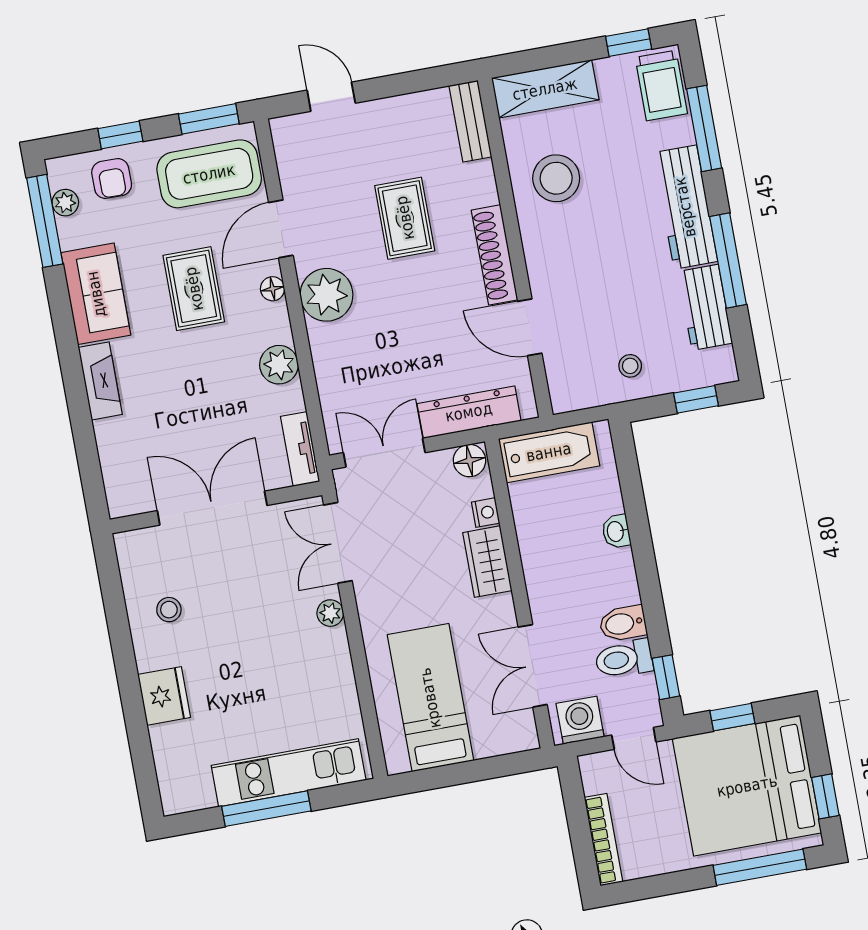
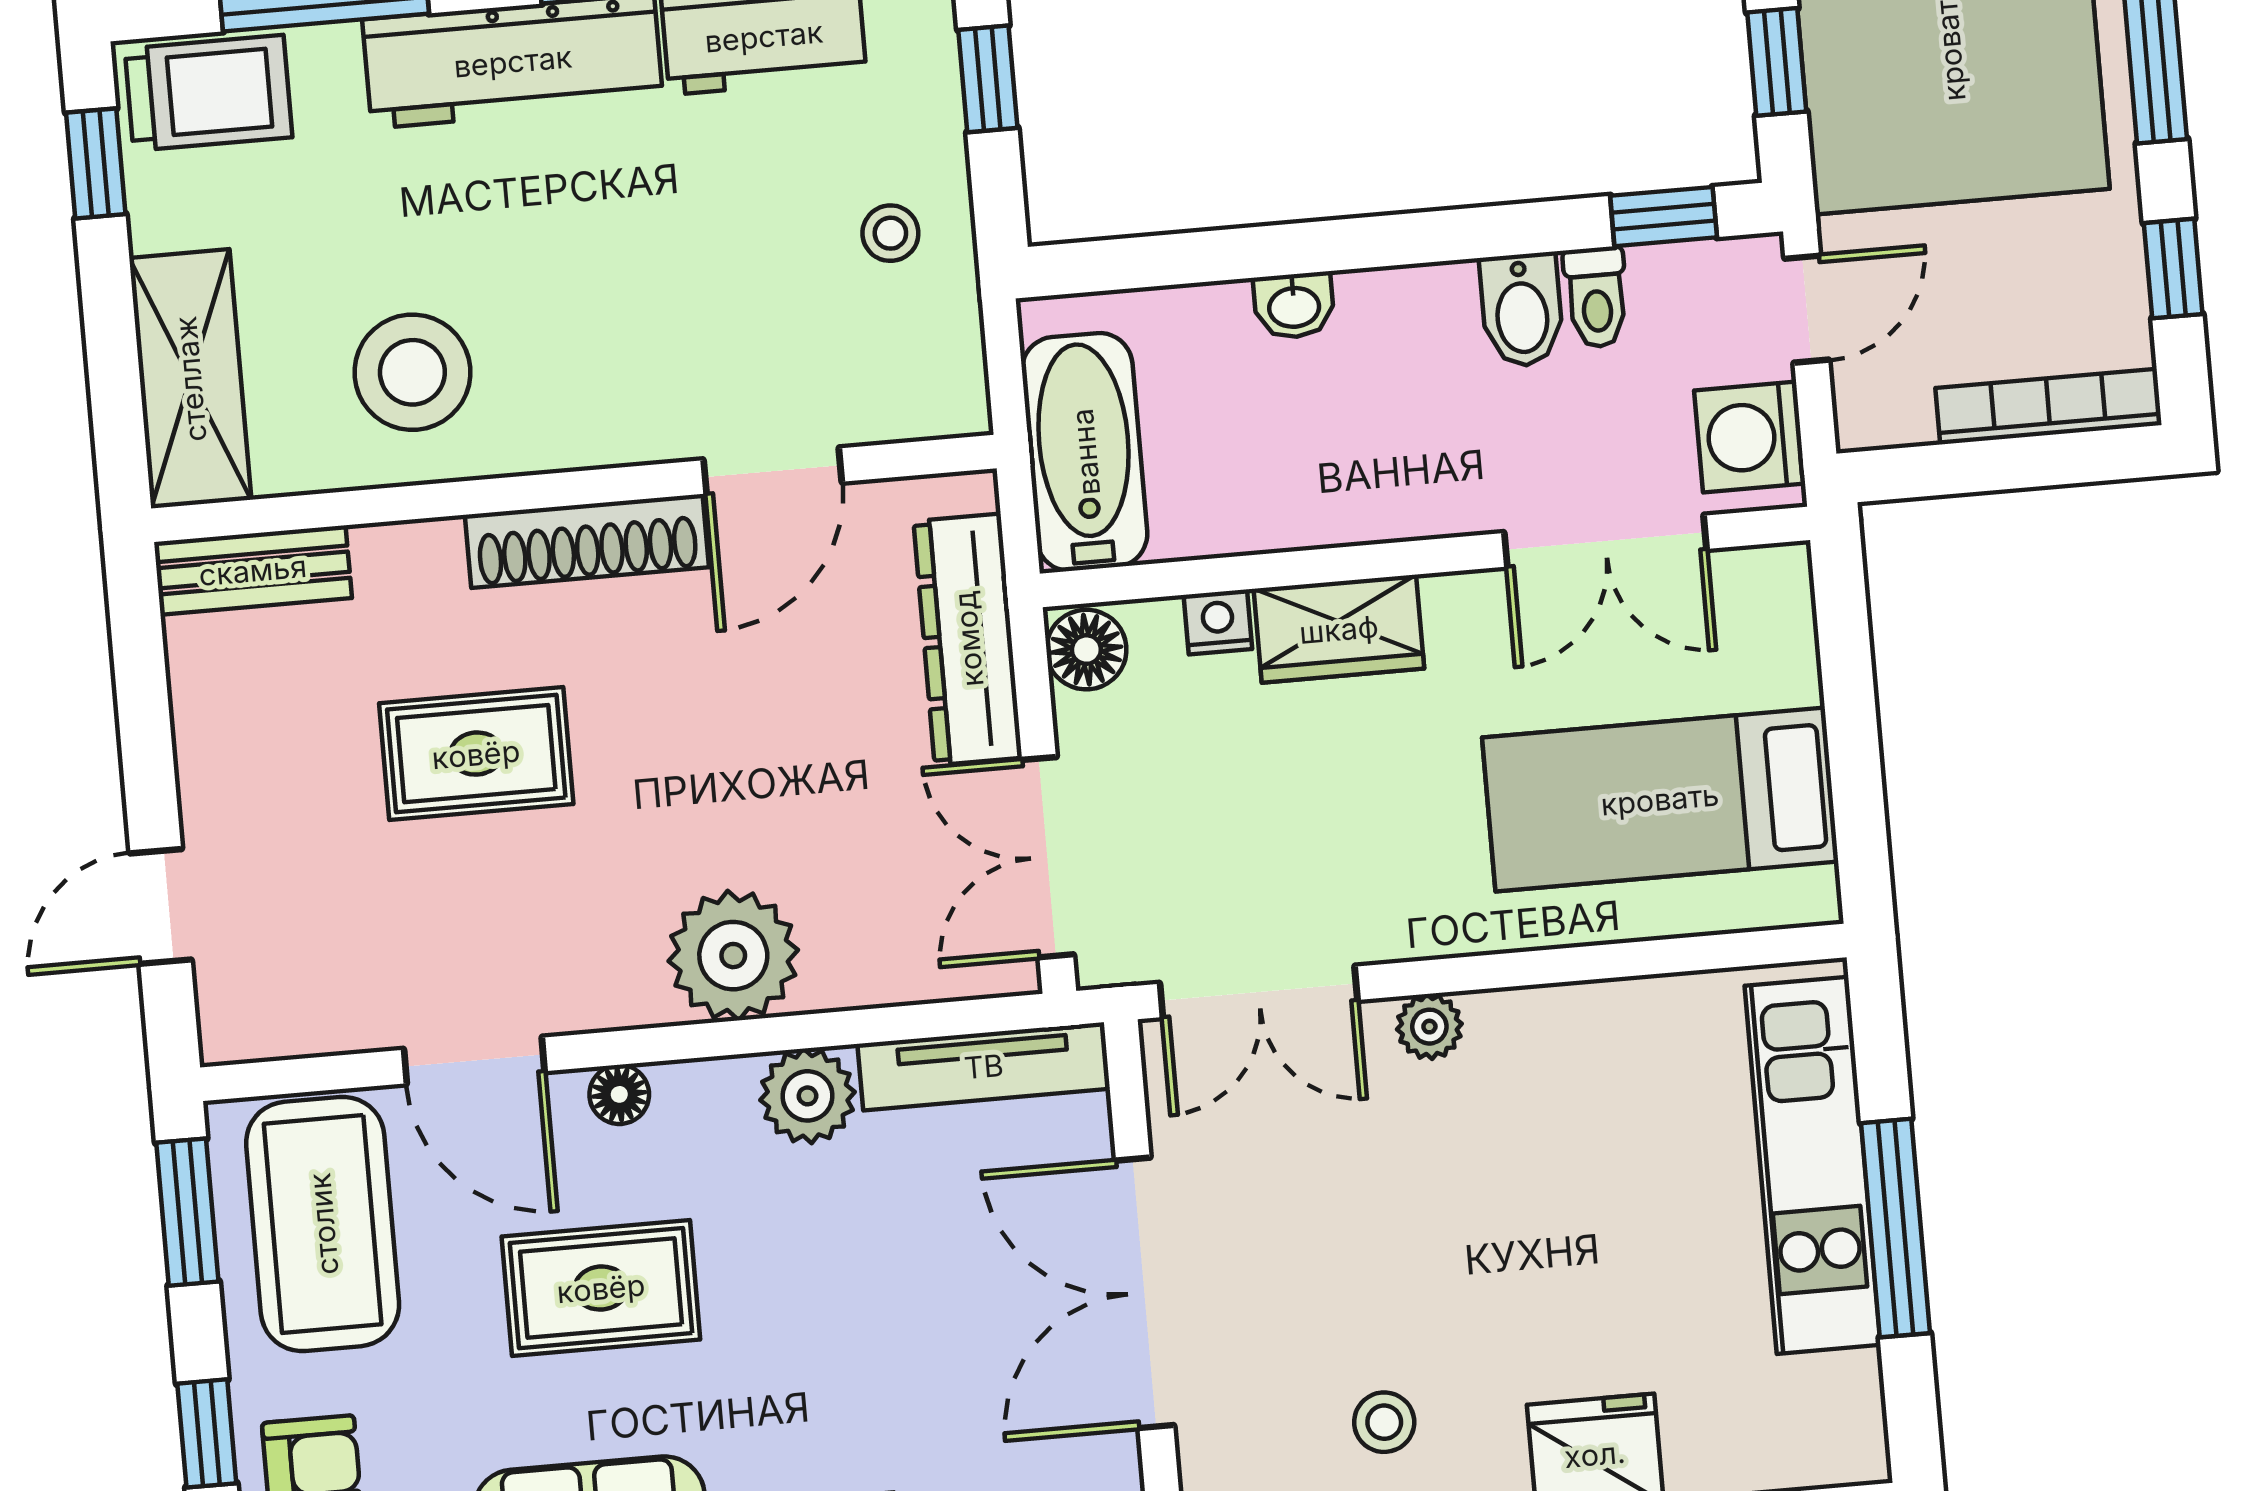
plant: (327, 295) -> (733, 956), moved
tv unit: (300, 449) -> (984, 1066), width x1.41
toilet: (624, 659) -> (1596, 297), width x0.73, depth x0.72
window: (664, 885) -> (2173, 269), added

